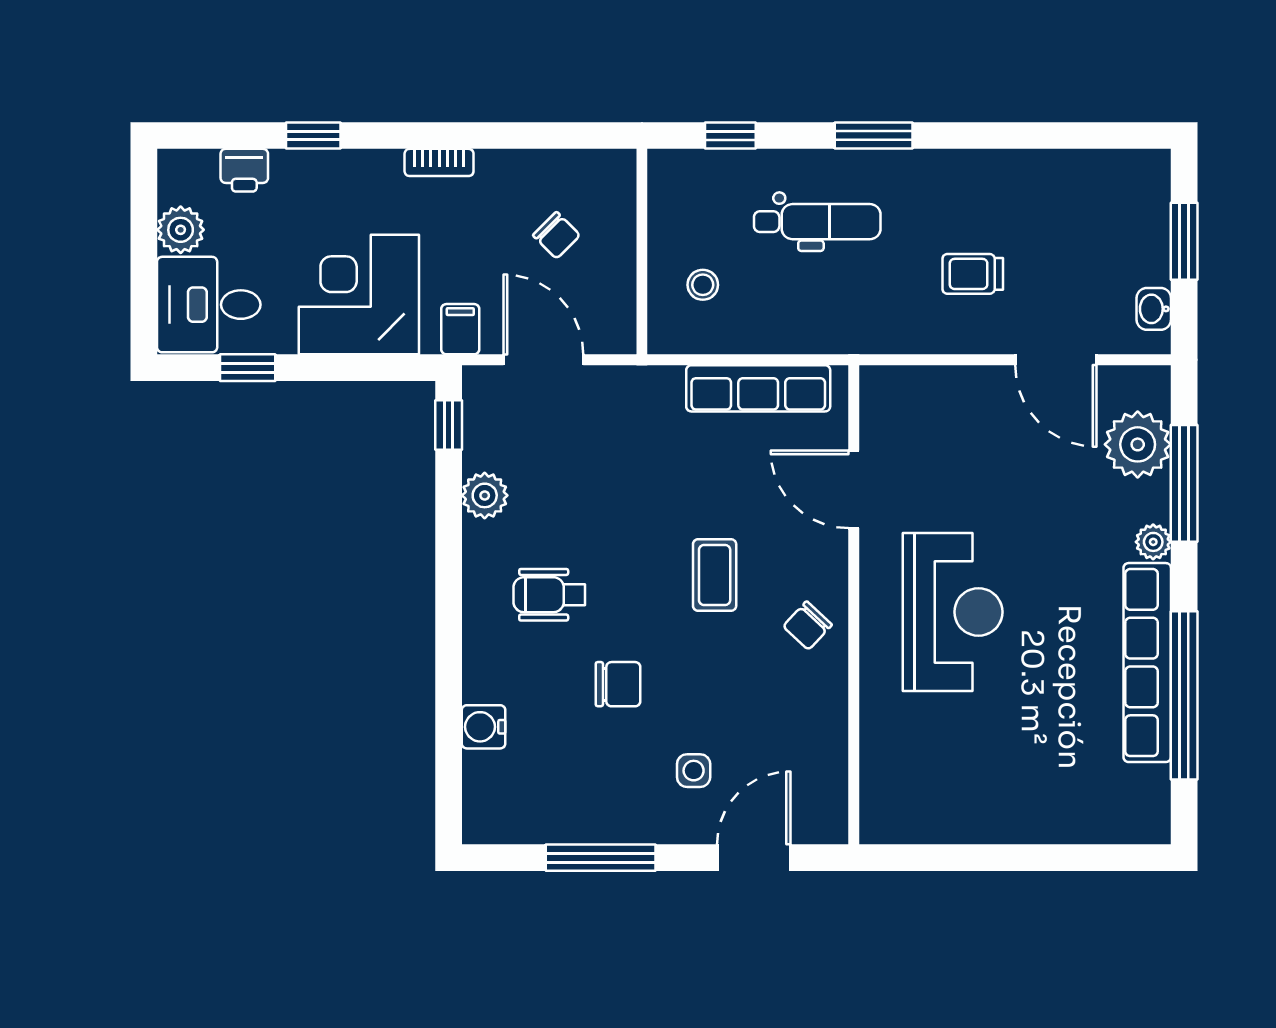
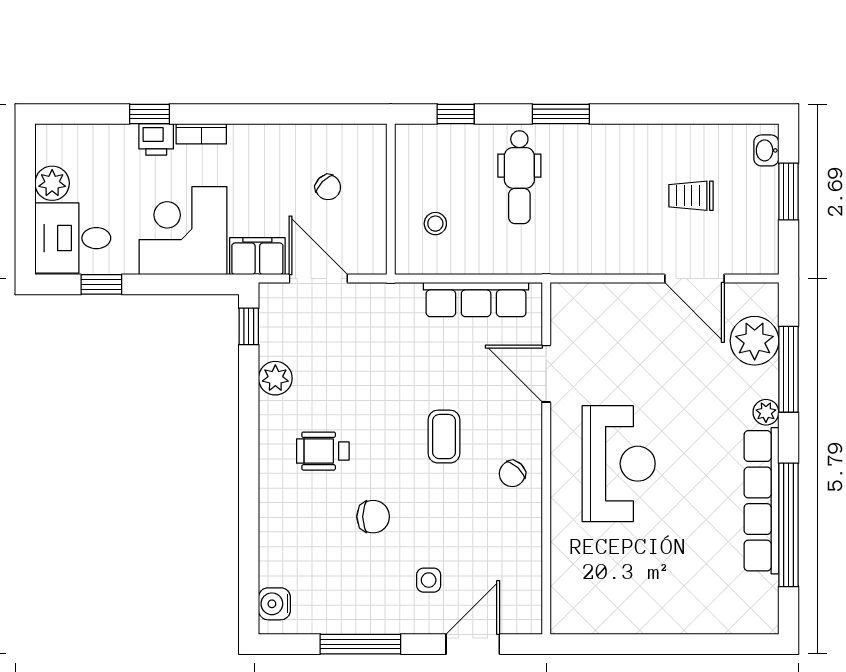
bookcase: (439, 162) -> (201, 134), moved
printer: (244, 170) -> (156, 139), moved
dental chair: (817, 222) -> (519, 177), turned 90
trolley: (973, 274) -> (691, 196), moved
washbasin: (1154, 309) -> (766, 150), moved
filing cabinet: (460, 329) -> (257, 256), width x2.00
water cooler: (484, 727) -> (274, 604), moved

